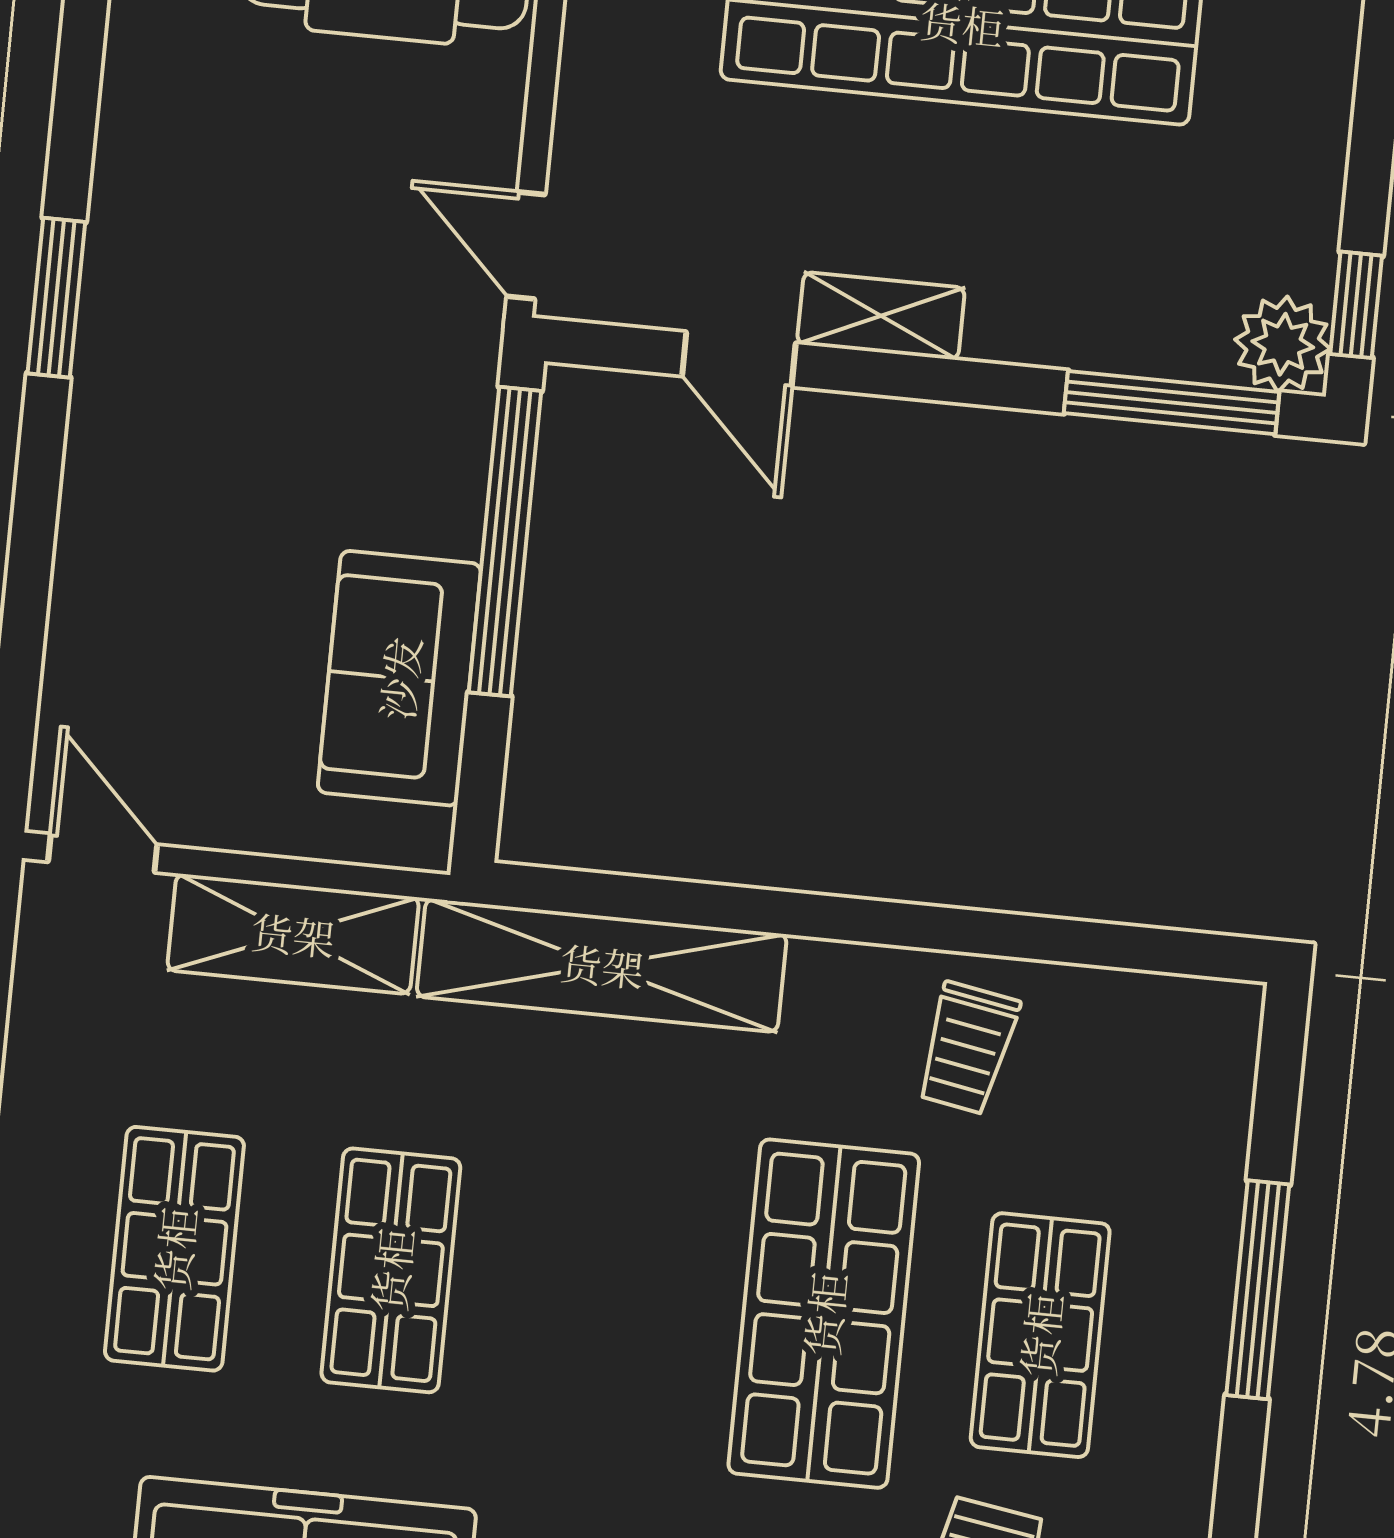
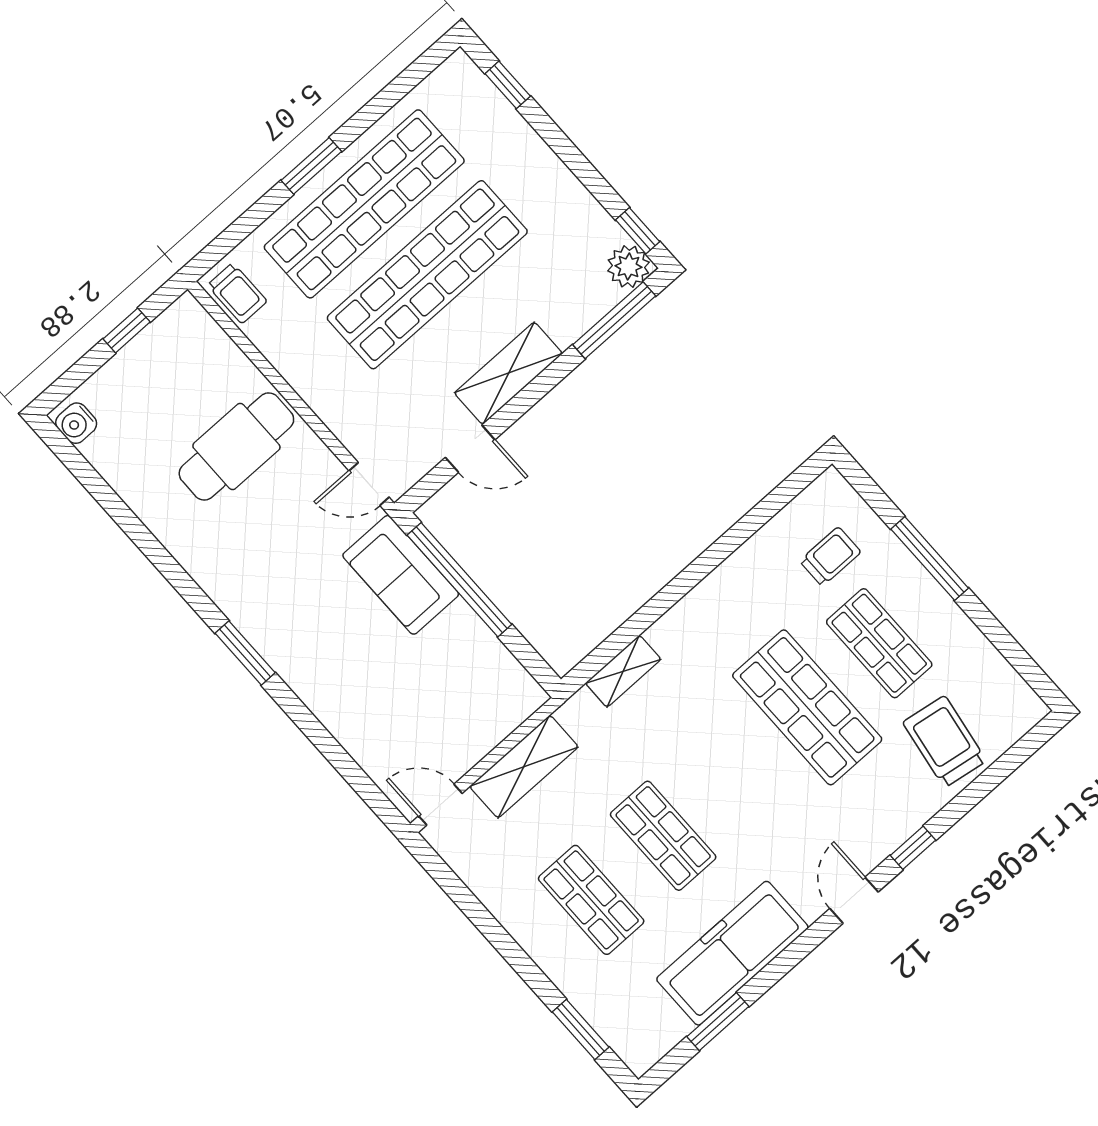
shelving: (881, 316) -> (508, 373), width x1.50, depth x1.33
sofa: (399, 678) -> (401, 575), moved
shelving: (602, 965) -> (623, 671), width x0.45, depth x0.75
trolley: (967, 1048) -> (830, 556), moved, turned -100

